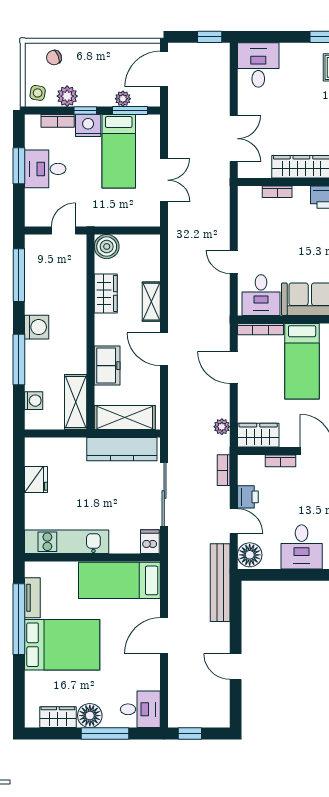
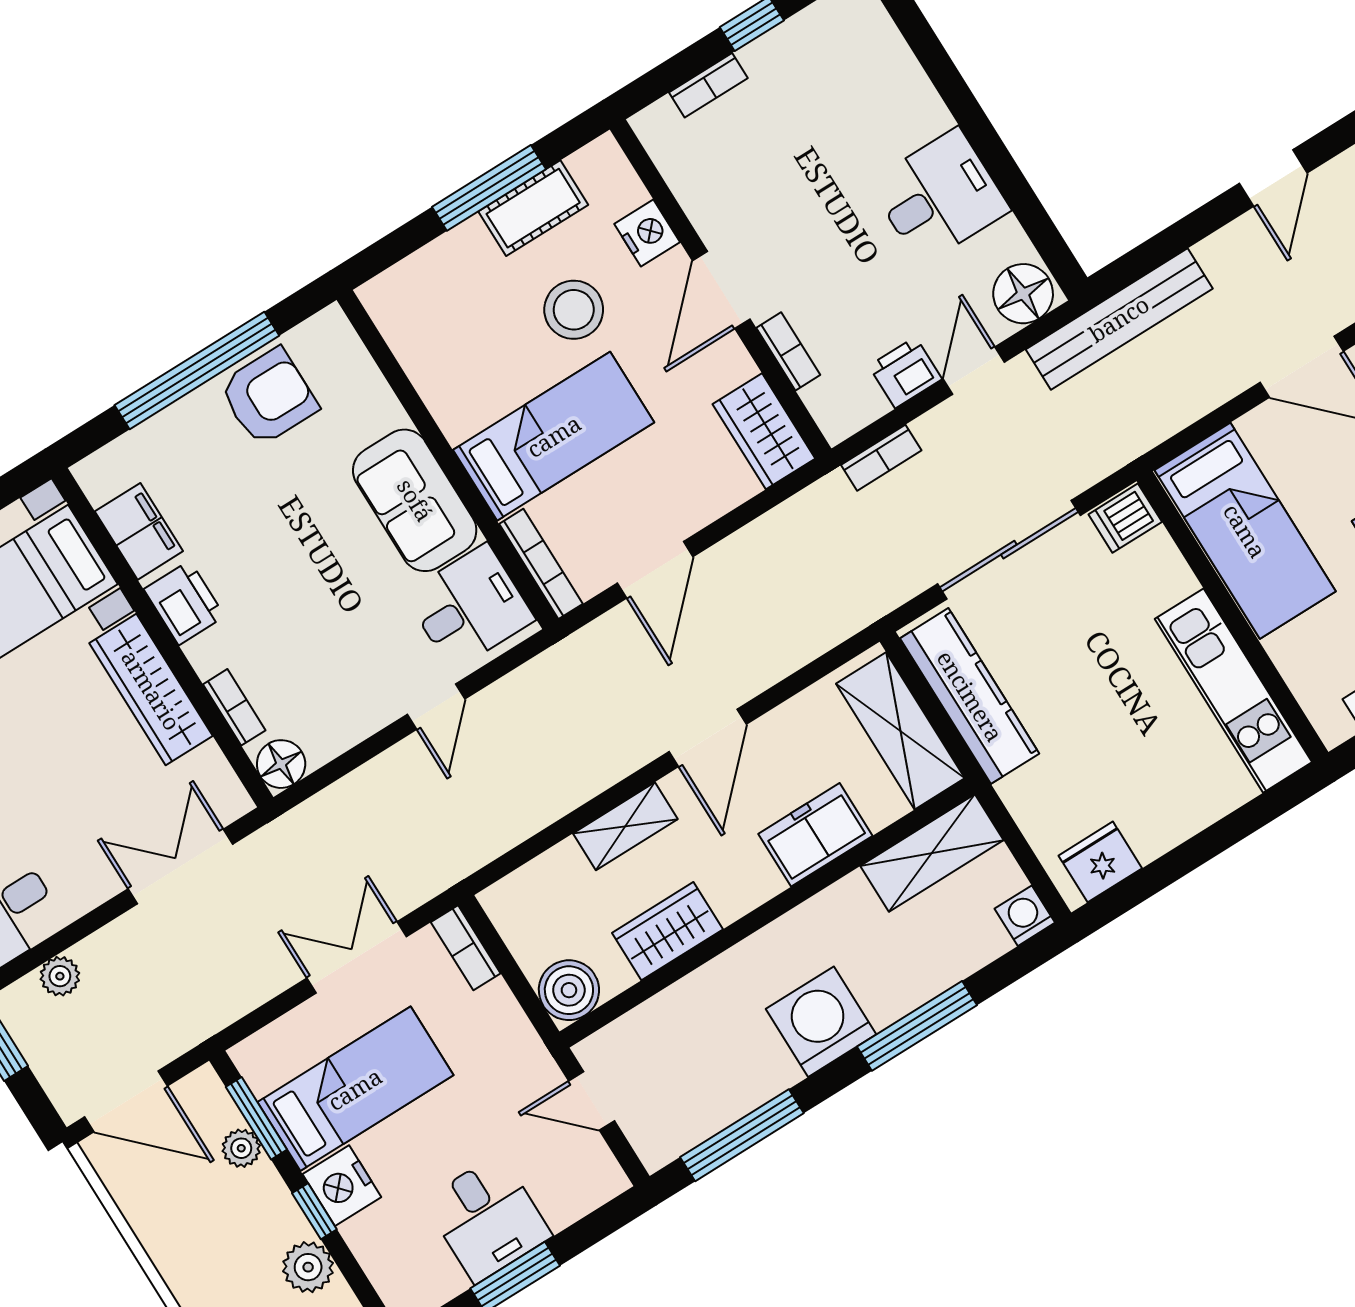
bookcase: (58, 121) -> (466, 948), moved, turned 180
floor lamp: (247, 196) -> (281, 764), added
washing machine: (37, 327) -> (821, 1022), width x1.37, depth x1.37
washing machine: (34, 401) -> (1025, 916), moved
plant: (222, 427) -> (60, 976), moved
fridge: (36, 479) -> (1100, 862), moved

